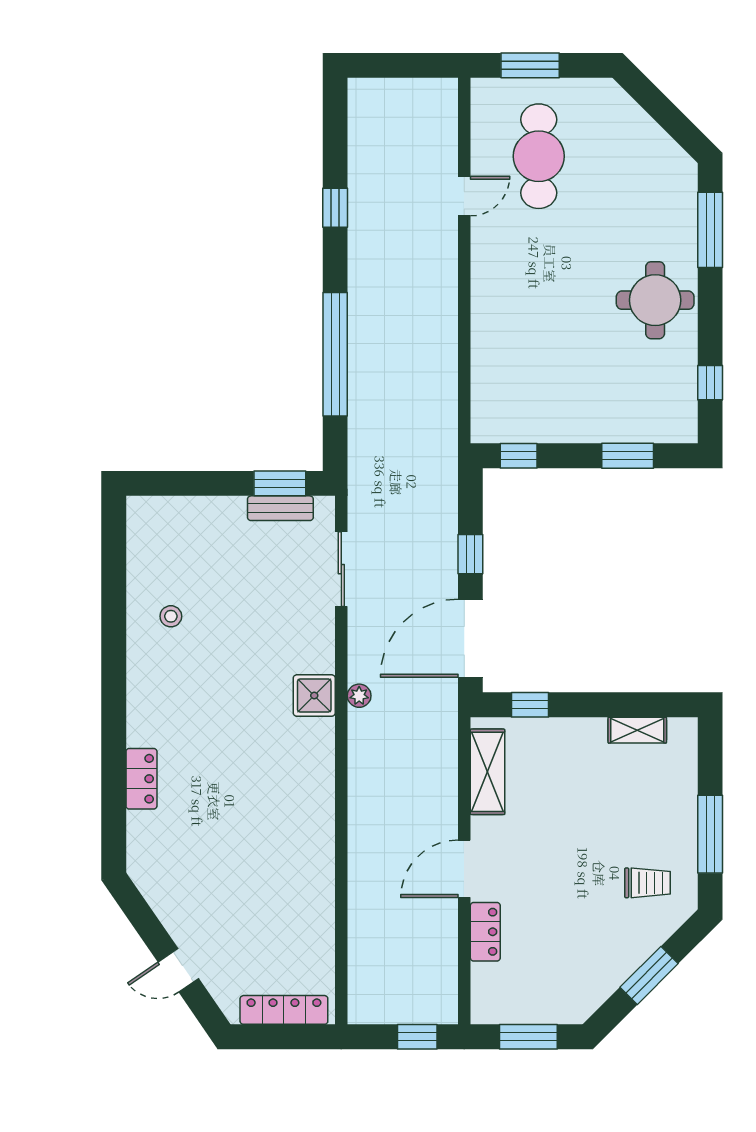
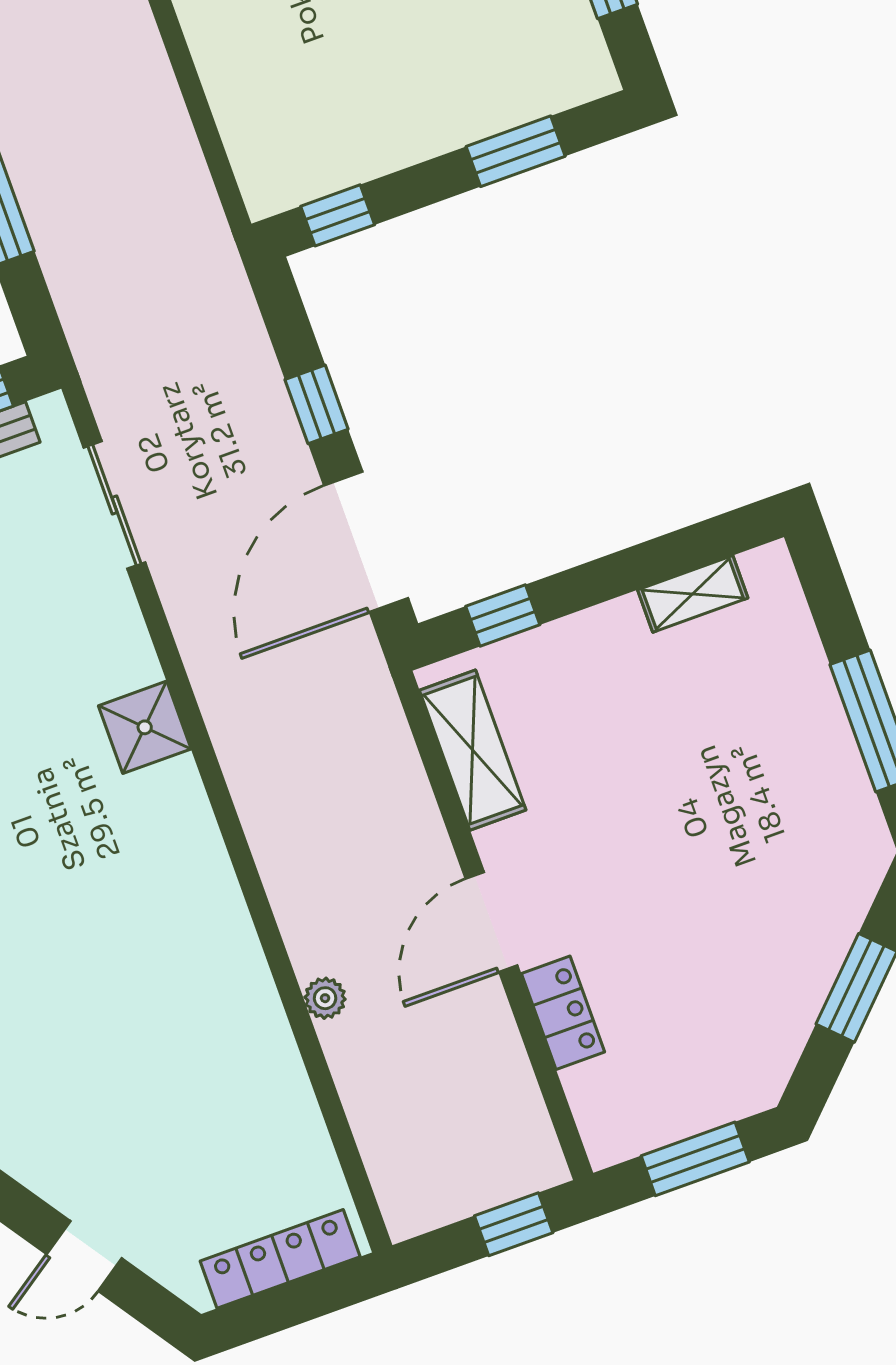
plant: (359, 696) -> (325, 998), moved
trolley: (648, 883) -> (799, 837), removed

